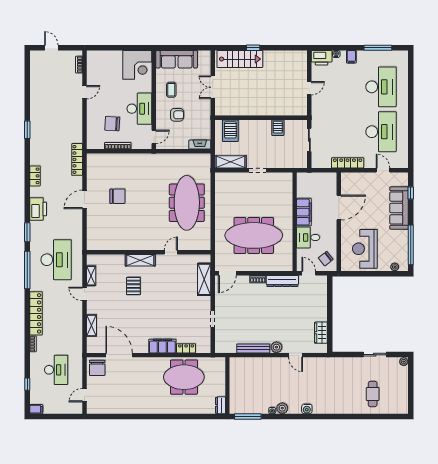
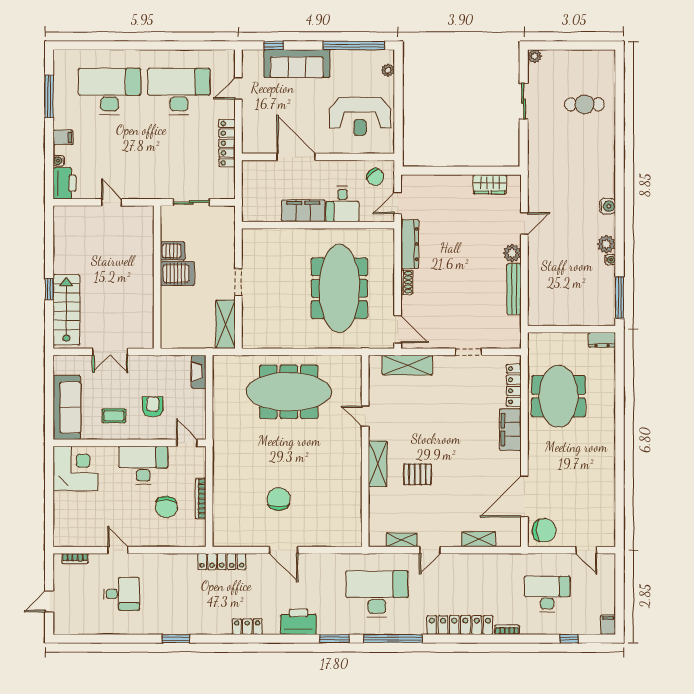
desk: (56, 95) -> (121, 594), added
server rack: (230, 131) -> (177, 274), moved
locker: (186, 348) -> (514, 385), width x1.53

